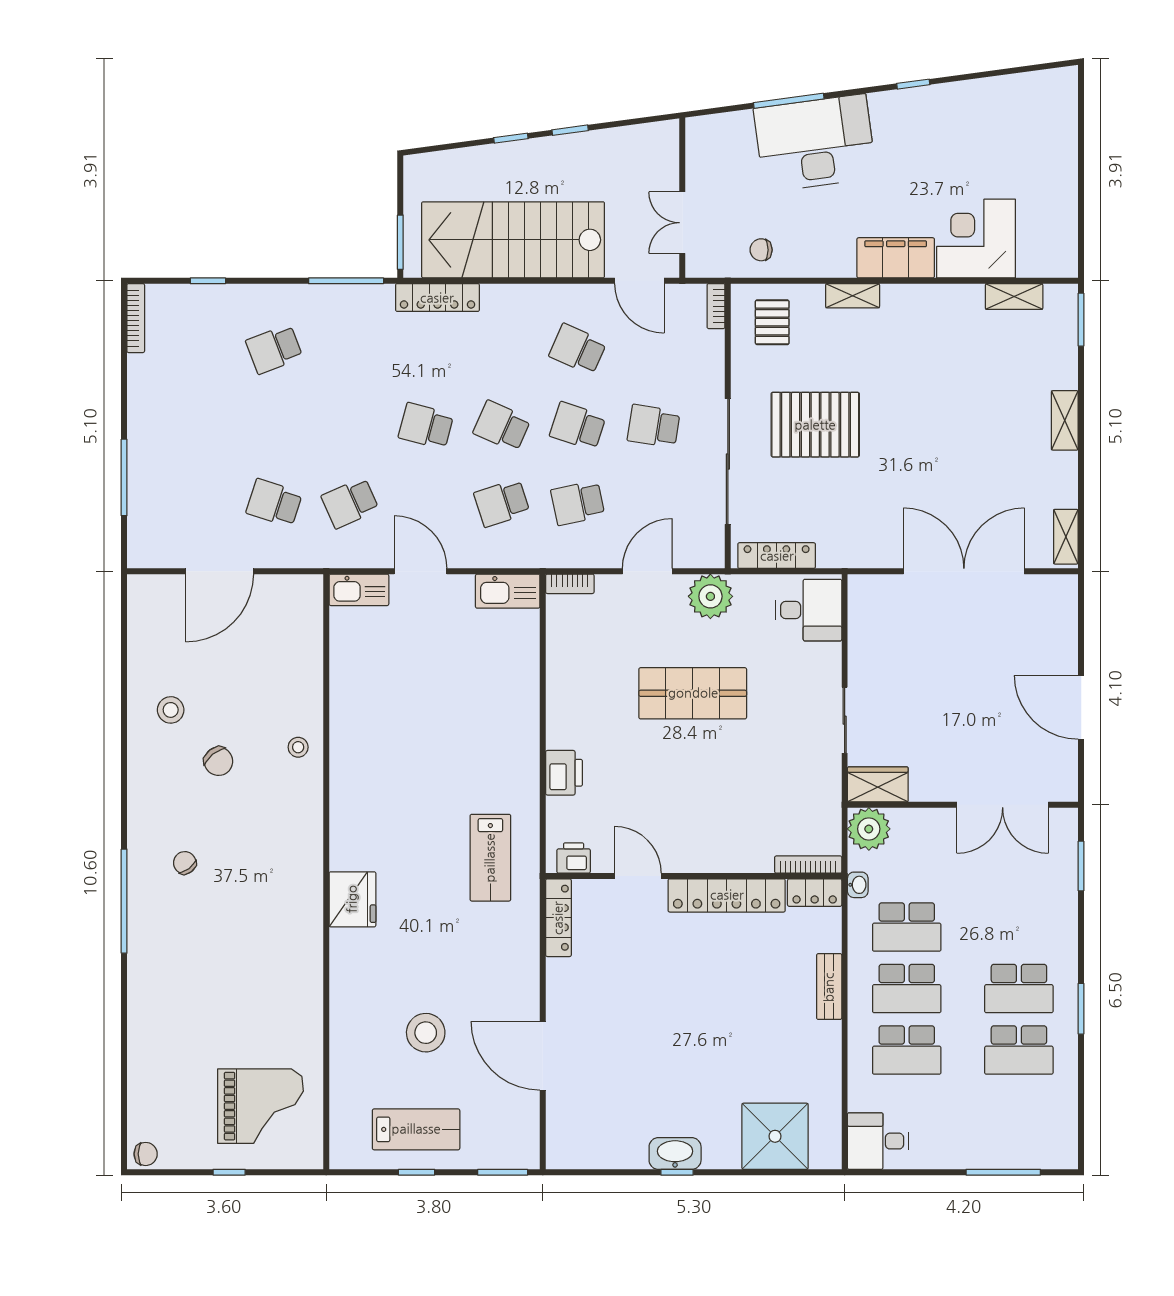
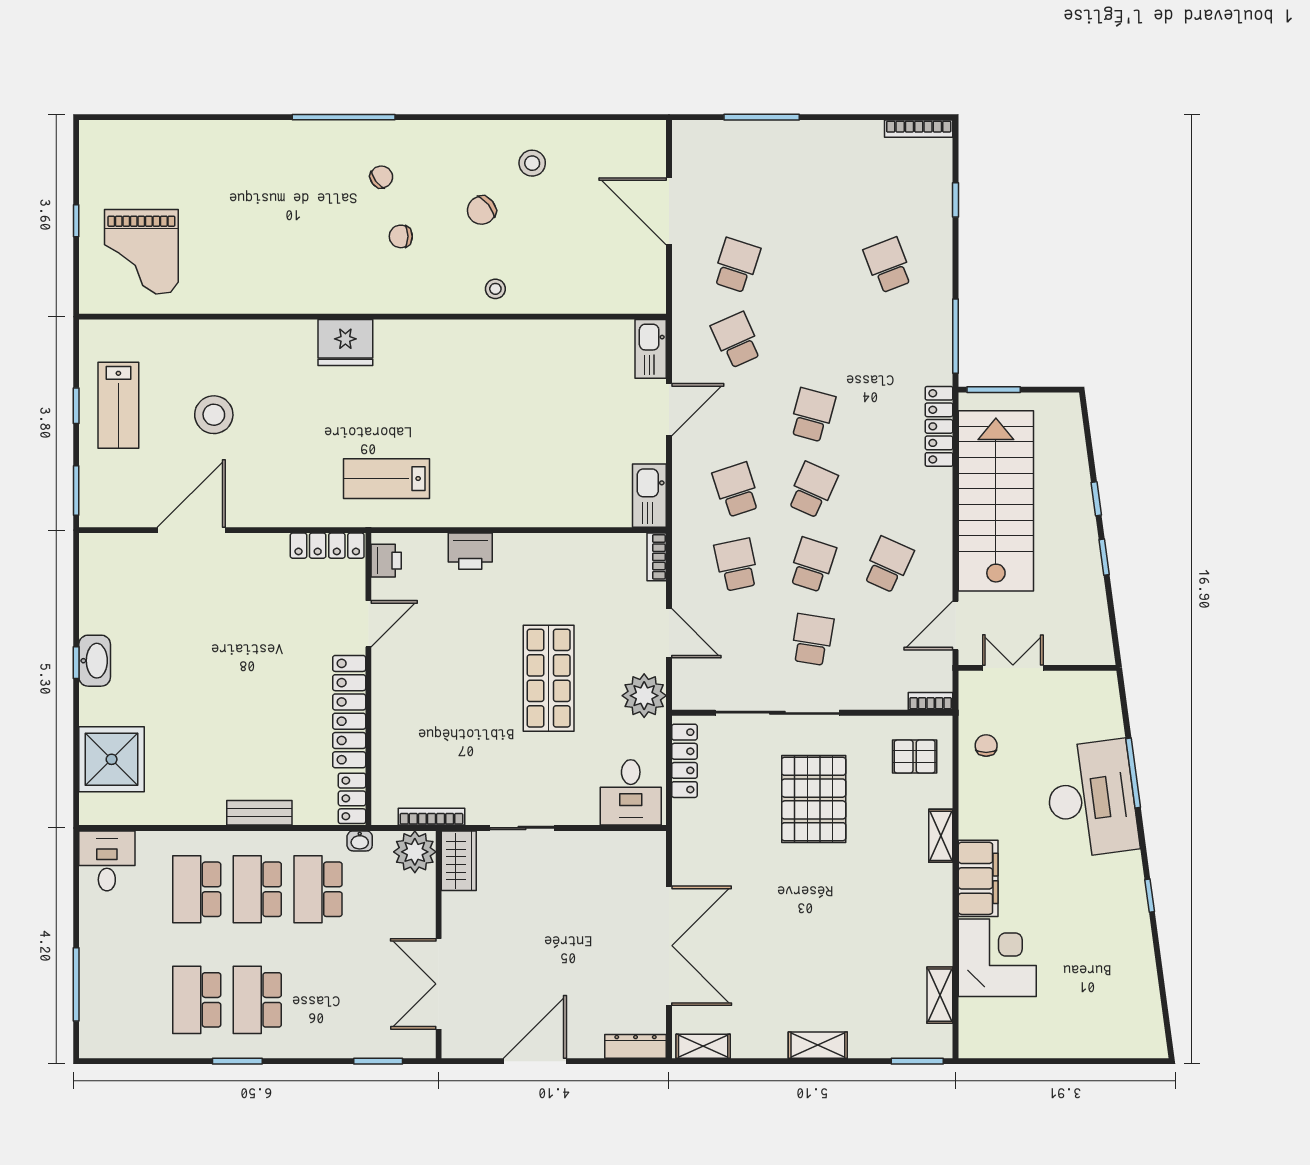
dresser: (1066, 605) -> (636, 1046), added
bookcase: (808, 865) -> (431, 817), moved, turned -90
chair: (146, 1154) -> (401, 236), moved, turned 90

